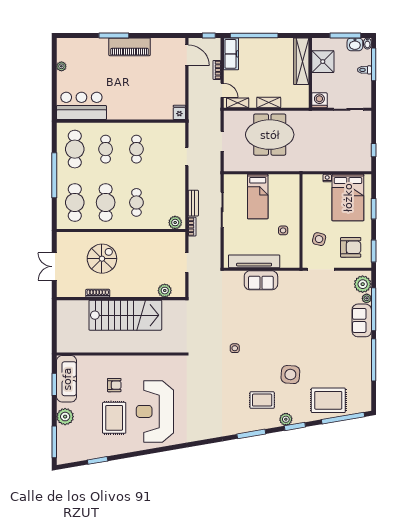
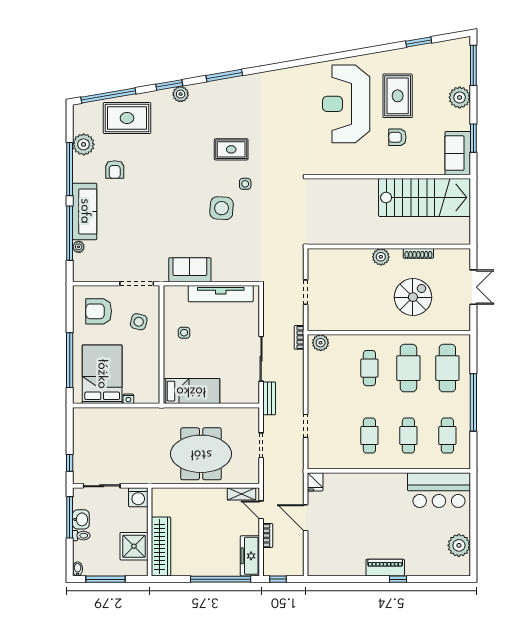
window: (114, 35) -> (398, 579), width x0.46
washbasin: (355, 44) -> (81, 519), moved, turned 90
piano: (130, 47) -> (385, 568), width x0.73, depth x0.75
door: (187, 55) -> (306, 518), moved
window: (374, 64) -> (70, 517), moved
plant: (61, 66) -> (459, 545), width x1.87, depth x1.87
shelving: (269, 103) -> (202, 494), removed
cafe table: (75, 149) -> (447, 436), width x0.73, depth x0.74
window: (374, 150) -> (70, 463), moved
bed: (258, 197) -> (191, 391), moved, turned 90
bench: (193, 203) -> (269, 398), moved
window: (374, 209) -> (70, 360), width x2.11
window: (374, 251) -> (70, 307), removed
spiral stairs: (102, 259) -> (413, 297), turned 180
sofa: (261, 280) -> (190, 270), moved
plant: (363, 284) -> (84, 144), moved
plant: (165, 291) -> (381, 257), moved
stairs: (125, 315) -> (425, 197), moved, turned 180
sofa: (362, 320) -> (85, 211), width x1.36
armchair: (338, 360) -> (115, 169), added
side table: (290, 375) -> (222, 208), moved
sofa: (67, 379) -> (458, 153), width x0.73
rug: (262, 400) -> (231, 149), moved
reception desk: (155, 411) -> (346, 104), turned 180

